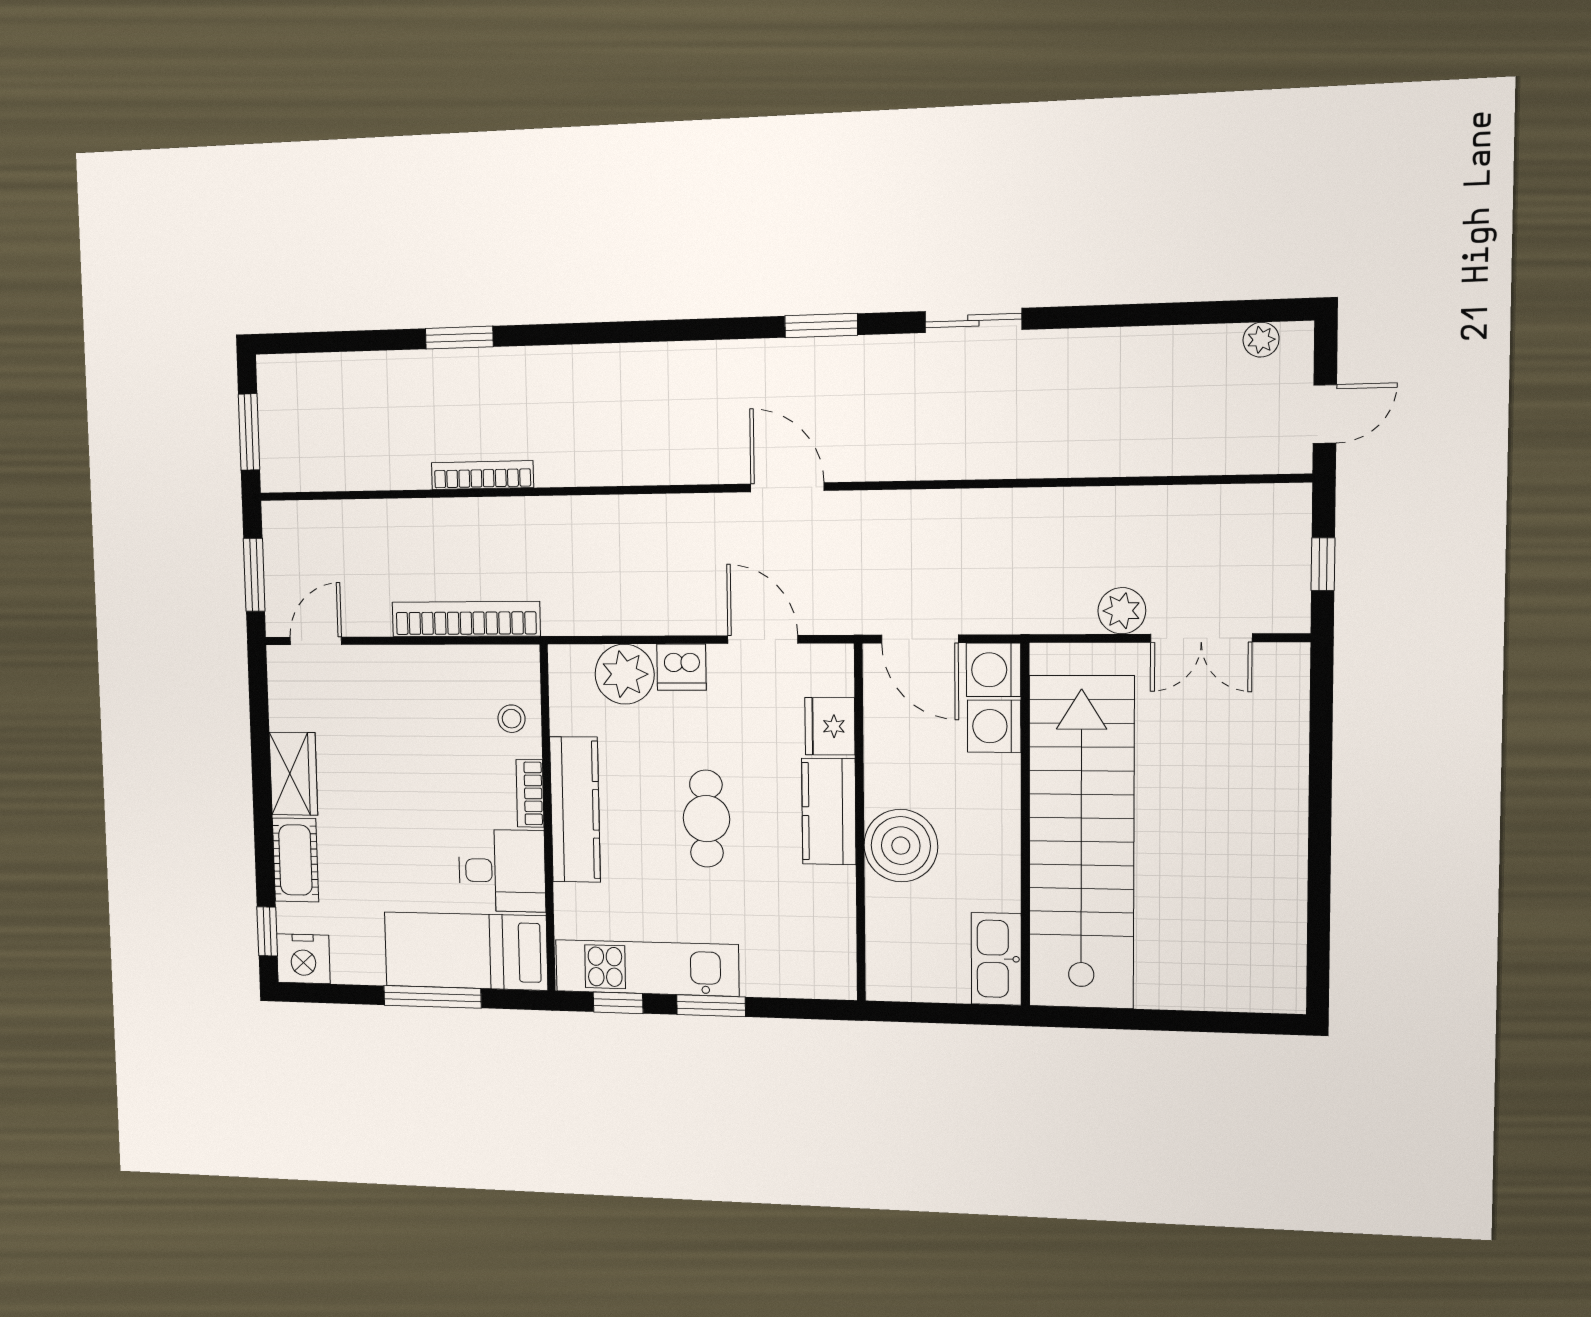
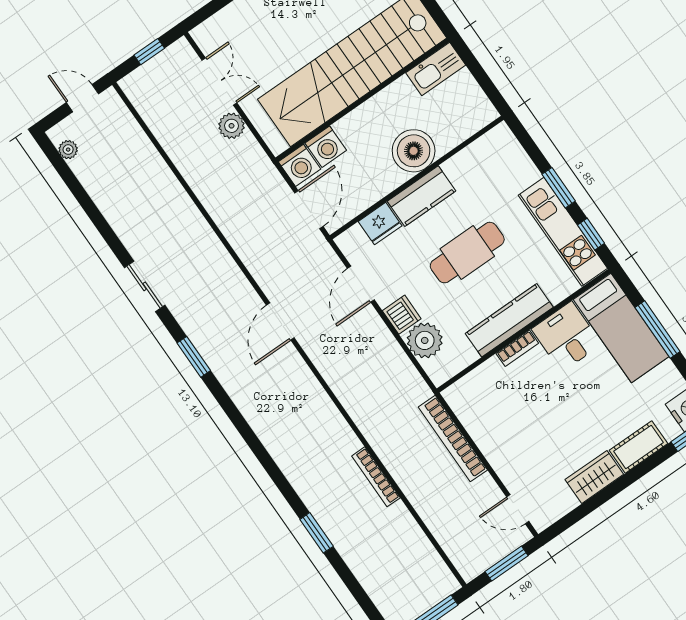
stool: (512, 719) -> (486, 382), removed
cafe table: (706, 819) -> (467, 253), width x1.37, depth x1.35

